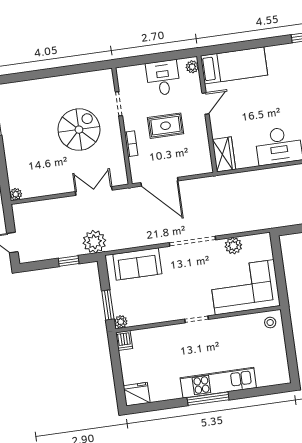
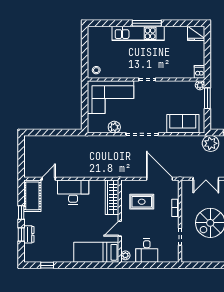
rug: (166, 126) -> (142, 202), moved
wardrobe: (224, 154) -> (112, 197), width x1.50

